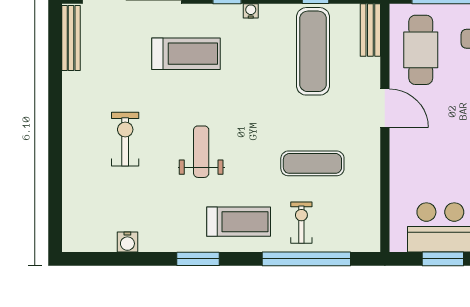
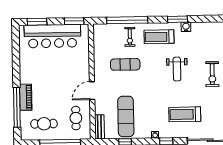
cafe table: (421, 50) -> (76, 118), width x0.73, depth x0.74
door: (385, 108) -> (92, 91), hinge flipped
water cooler: (127, 242) -> (186, 27), moved
window: (443, 259) -> (74, 21), moved

